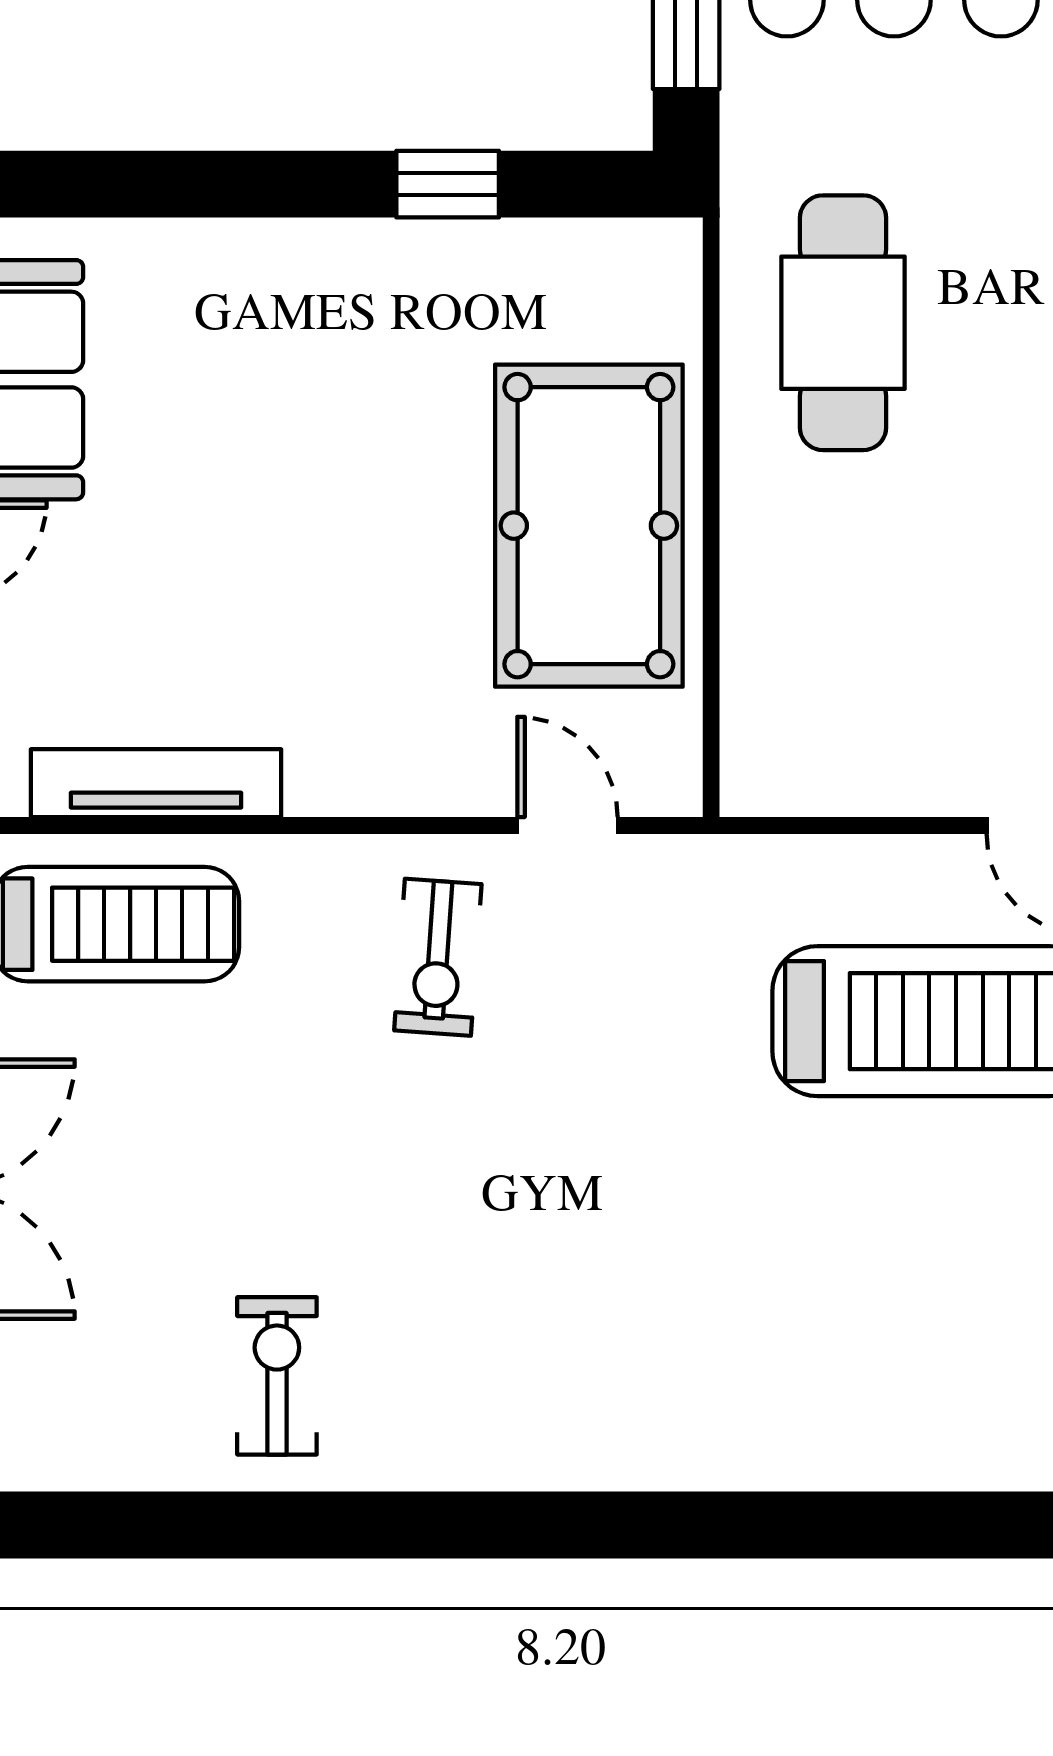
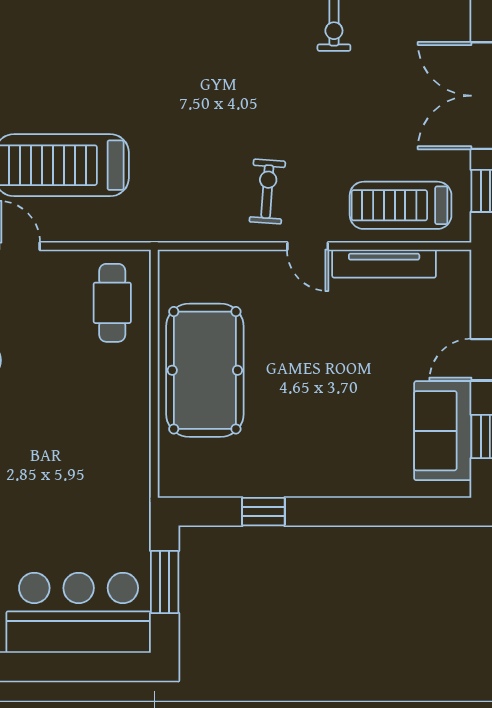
cafe table: (843, 323) -> (112, 303), moved, width x0.73, depth x0.74
door: (567, 825) -> (308, 246), moved

